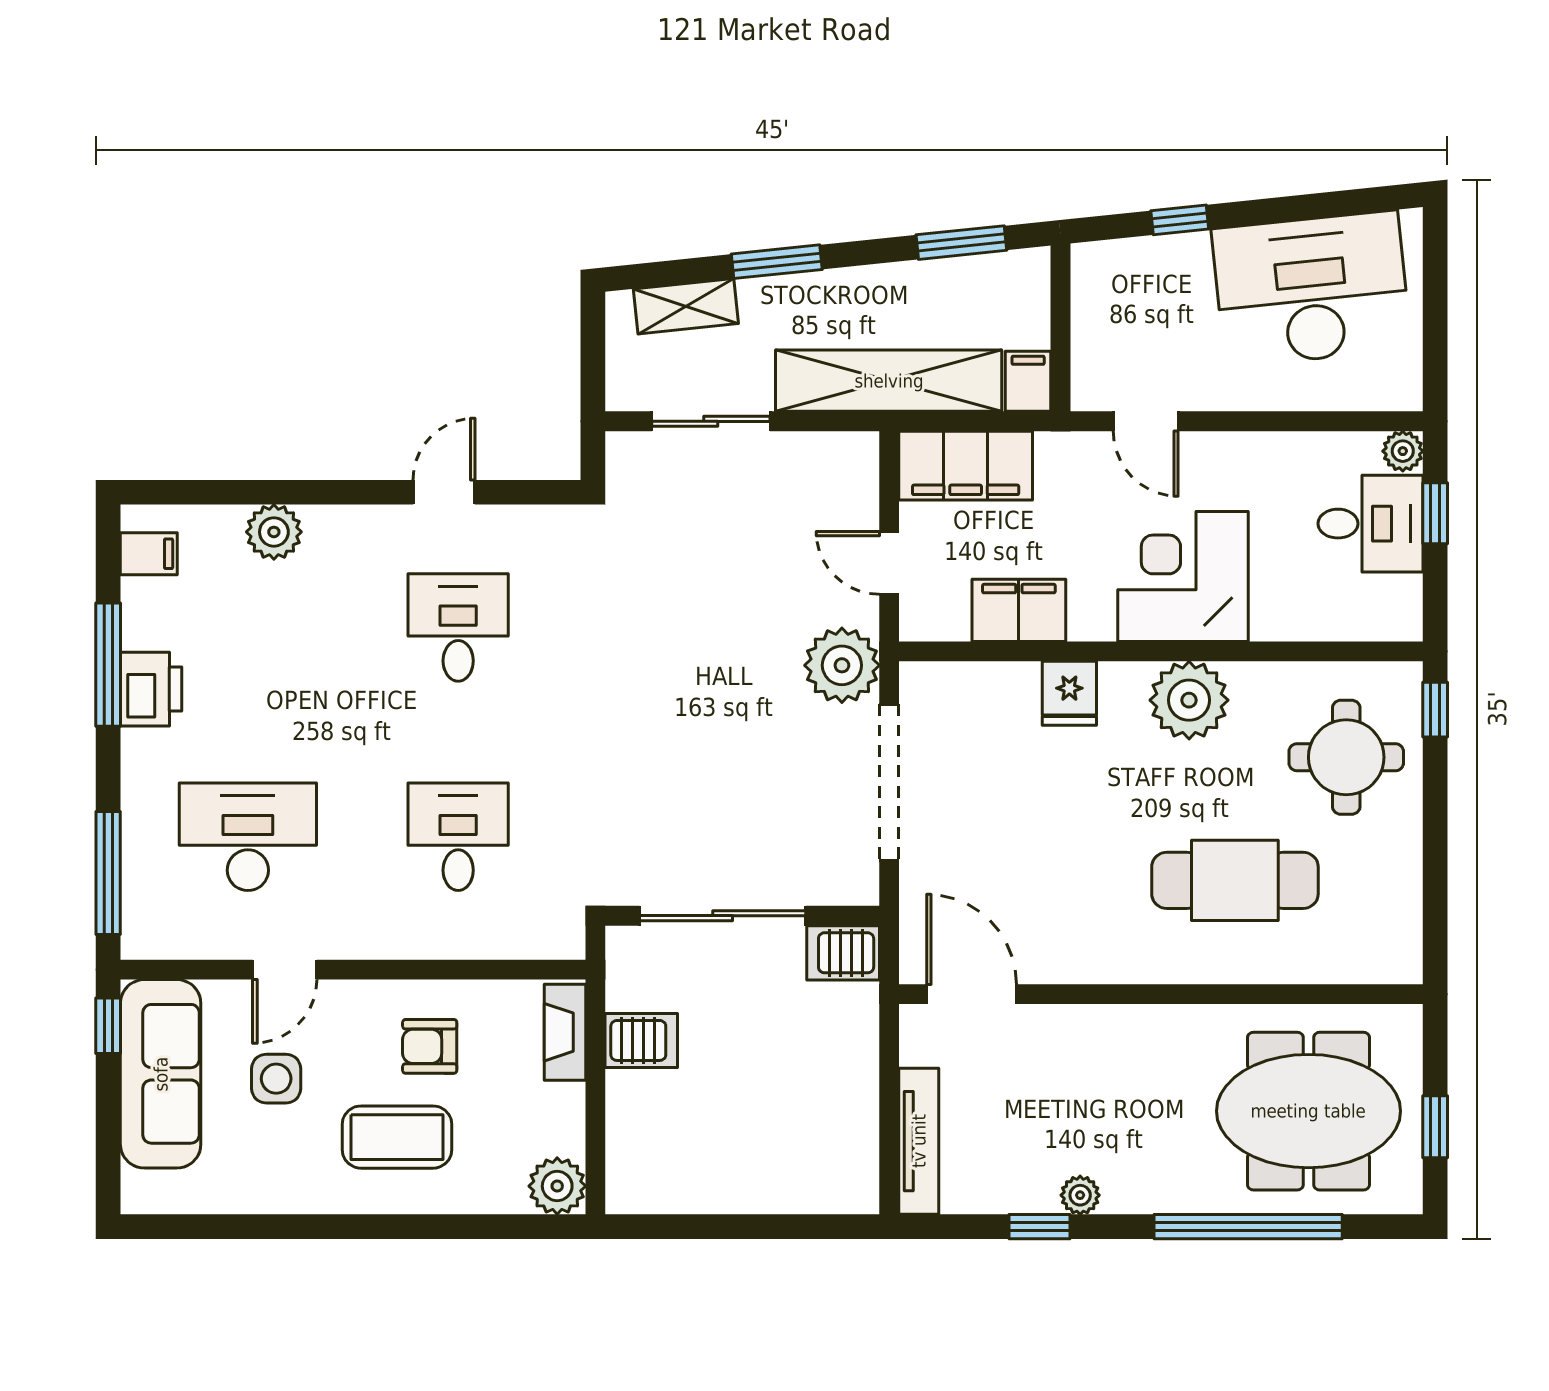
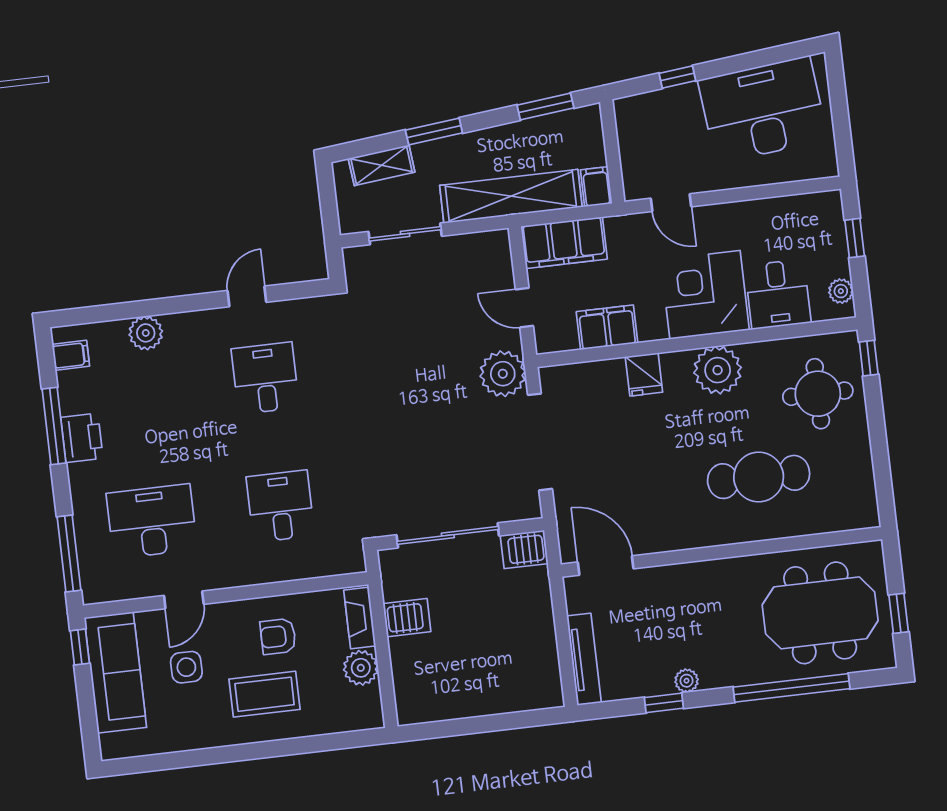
plant: (1403, 451) -> (841, 291), moved
desk: (1370, 524) -> (778, 294), moved, turned 90
plant: (557, 1186) -> (361, 668), moved

